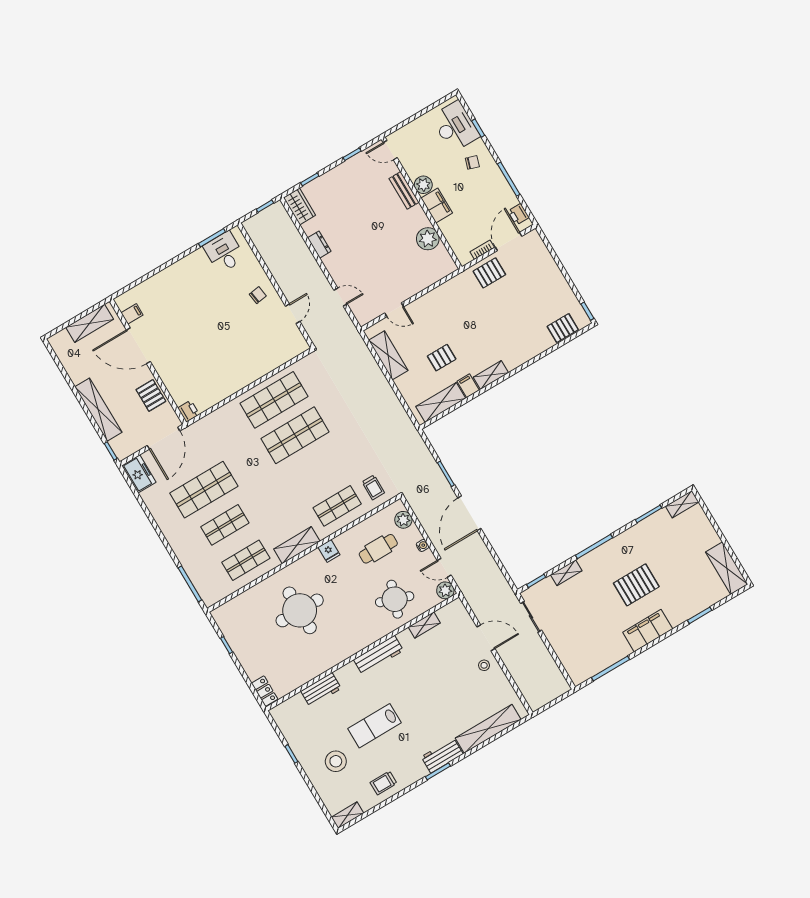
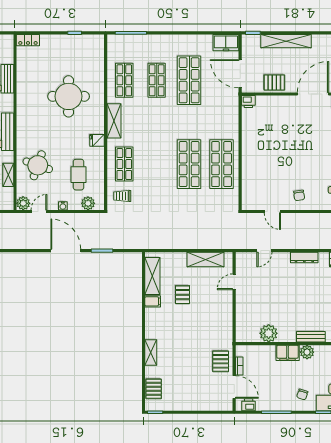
dresser: (319, 245) -> (304, 257), width x1.44
shelving: (491, 375) -> (151, 352), moved

